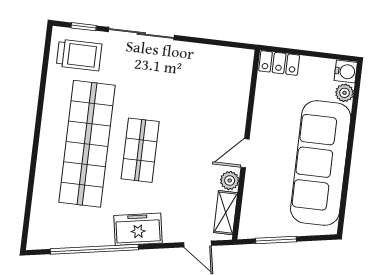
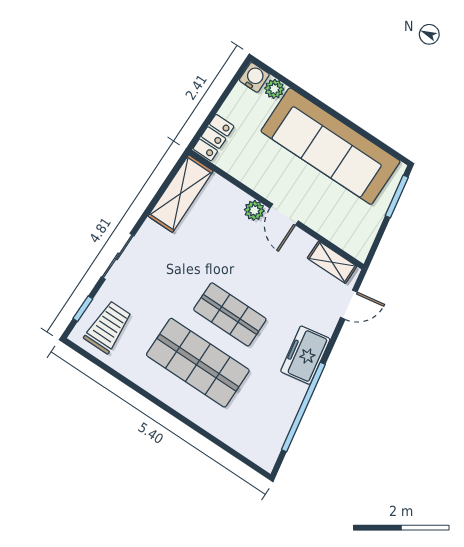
sliding door: (141, 33) -> (118, 256), width x0.73
shelving: (219, 59) -> (181, 194), added
shop shelf: (87, 144) -> (198, 363), width x0.71
plant: (230, 181) -> (254, 210), moved
window: (276, 240) -> (397, 196), moved

